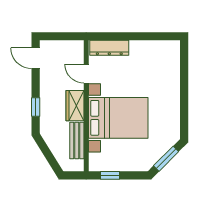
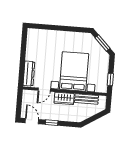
door: (36, 58) -> (32, 121), swing flipped
window: (36, 107) -> (52, 123), moved

